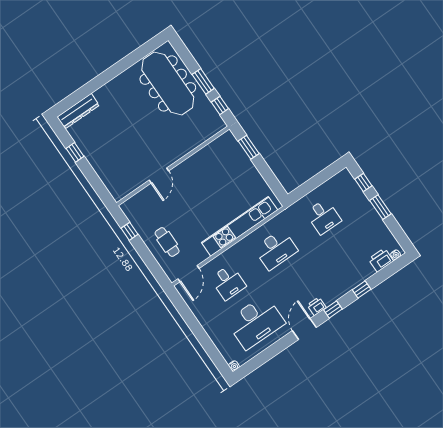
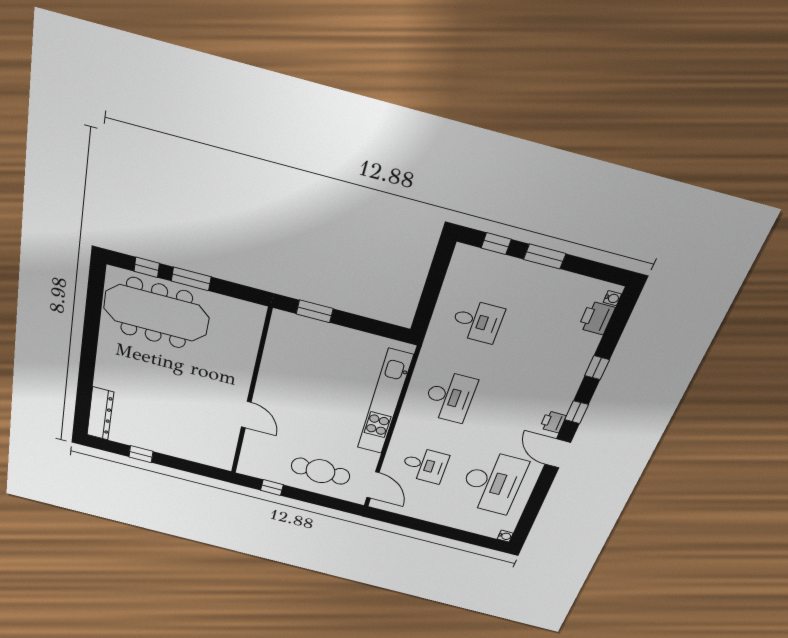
window: (220, 105) -> (147, 267), moved
cafe table: (167, 242) -> (320, 471), width x1.37, depth x1.35

